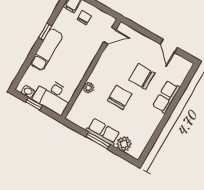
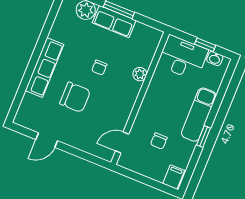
chair: (84, 18) -> (159, 141), moved
door: (169, 46) -> (47, 140), swing flipped
chair: (120, 97) -> (99, 68), width x0.54, depth x0.54
row of seats: (166, 97) -> (45, 68), width x1.48

